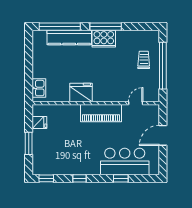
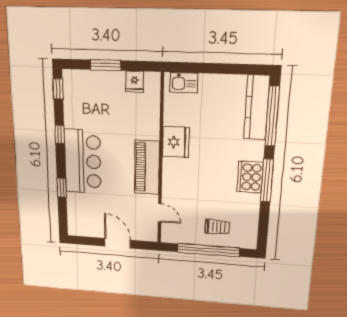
kitchen counter: (69, 37) -> (257, 108), moved
bar counter: (125, 161) -> (83, 161), moved

